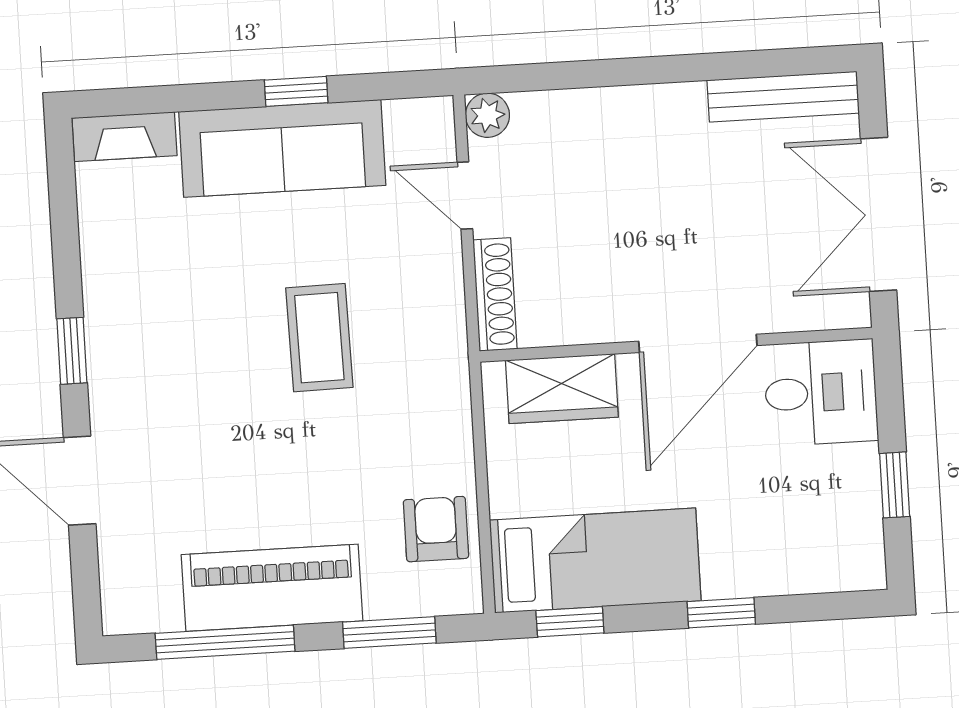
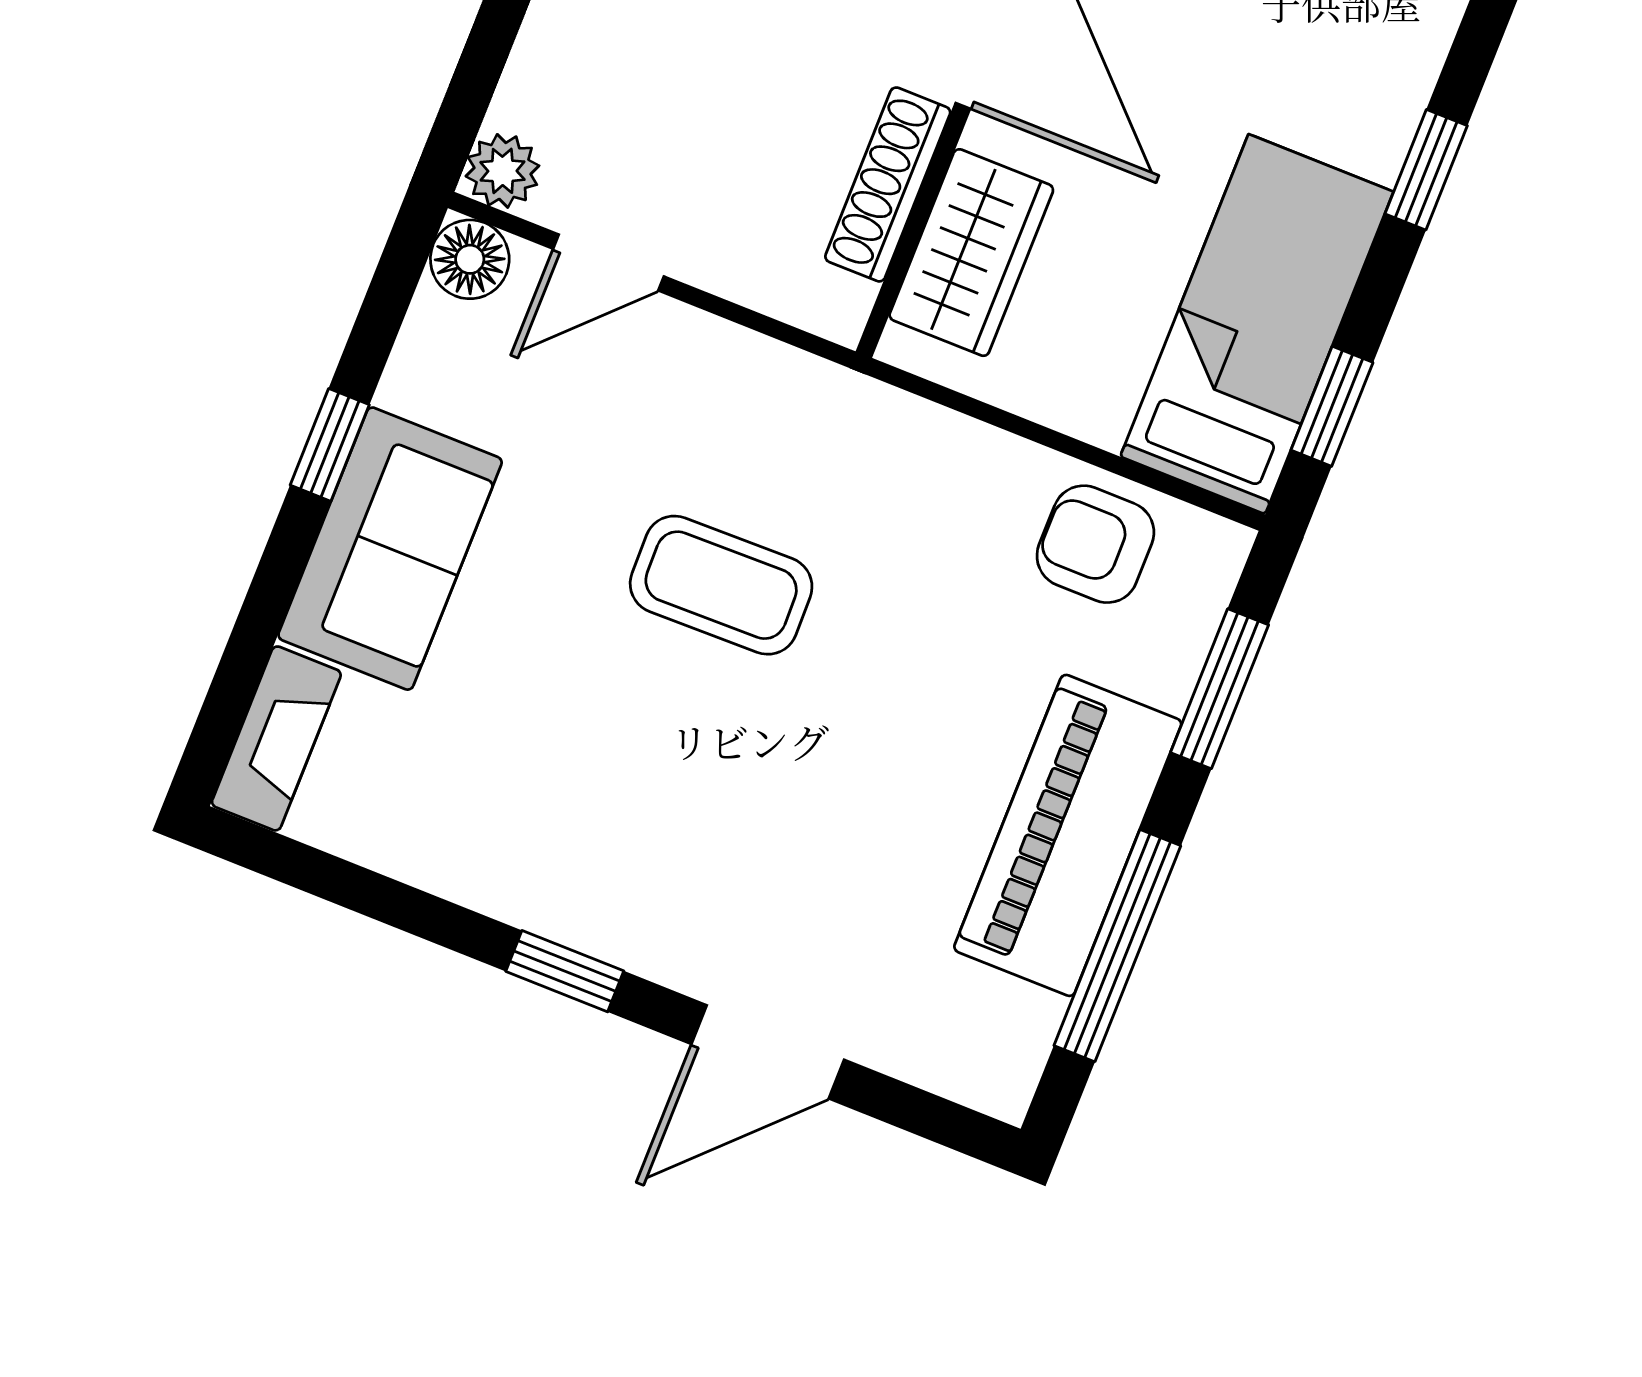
floor lamp: (432, 120) -> (470, 259), added
sofa: (282, 148) -> (390, 549), width x0.73
shoe rack: (495, 294) -> (888, 184), moved, turned -90

